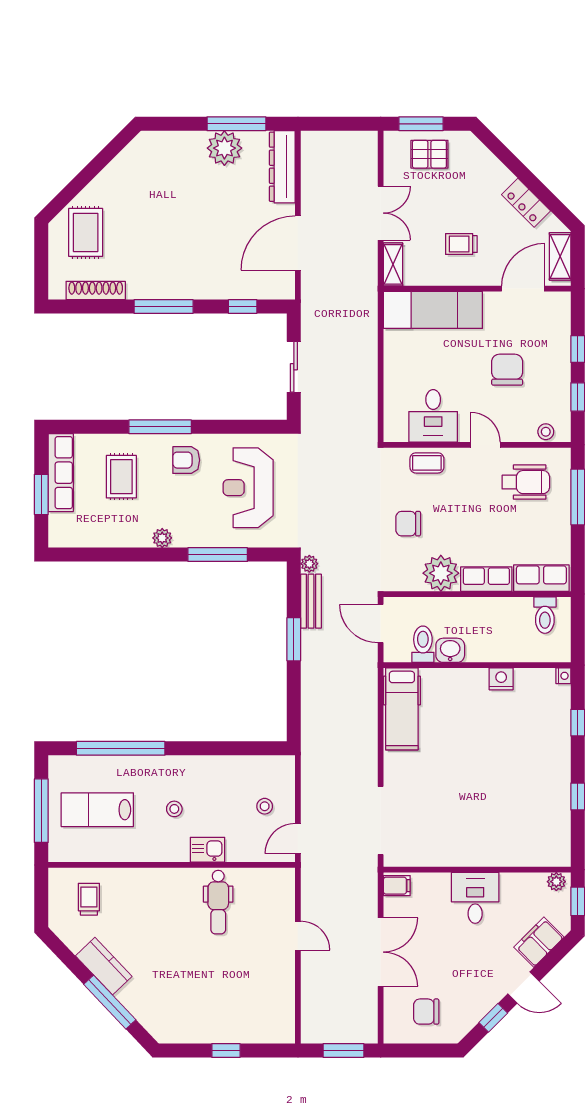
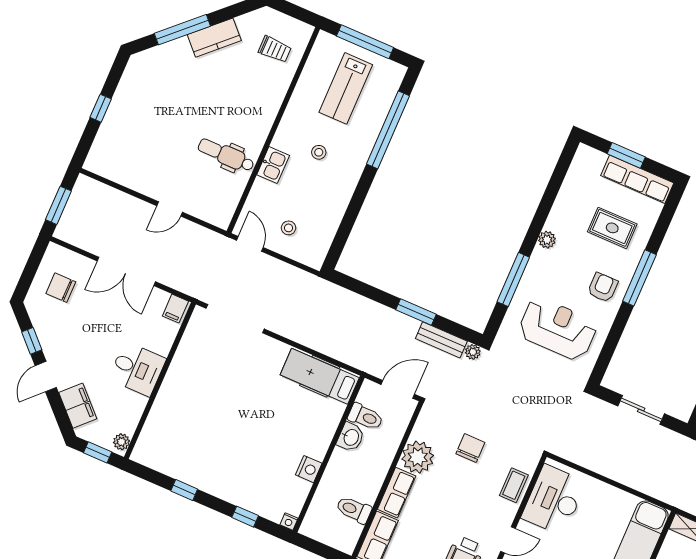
desk: (433, 416) -> (554, 500), width x1.37
toilet: (545, 615) -> (354, 510), moved
lab bench: (97, 810) -> (346, 88), turned 180
chair: (426, 1012) -> (61, 288), turned -90

